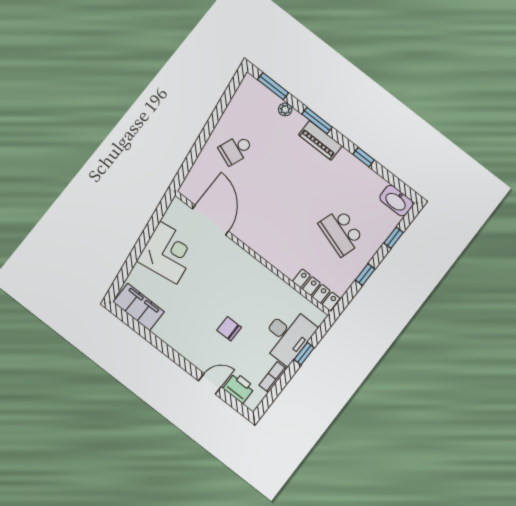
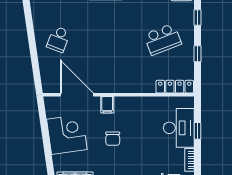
school desk: (341, 232) -> (163, 39), turned -39
filing cabinet: (233, 255) -> (107, 105), added
chair: (229, 329) -> (113, 139), moved, turned -90

